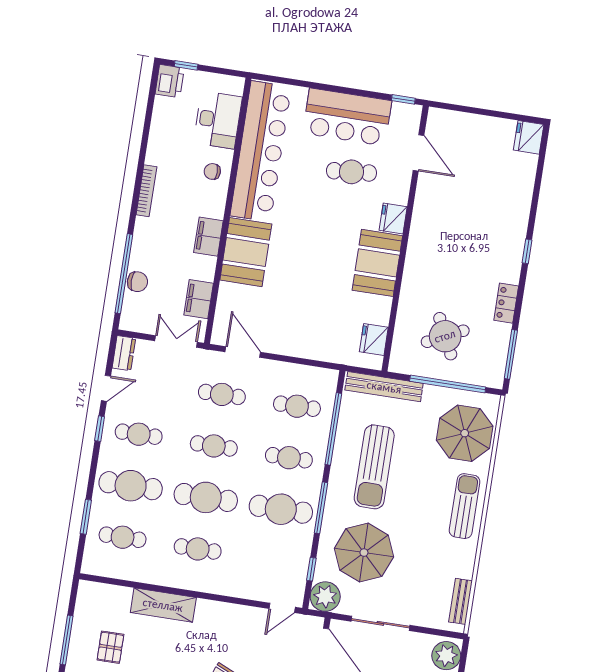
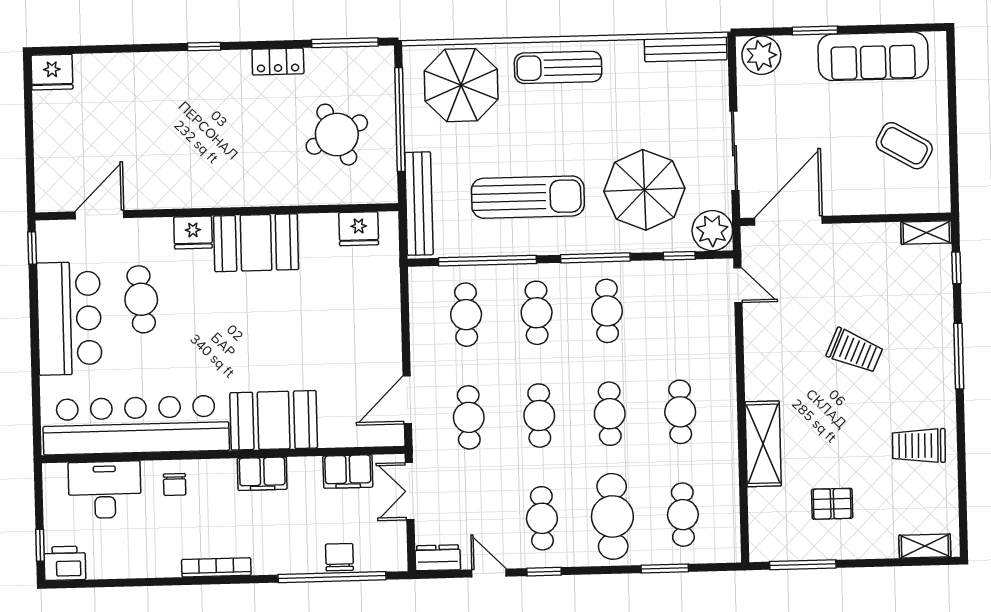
cafe table: (206, 497) -> (610, 414), width x0.73, depth x0.74
cafe table: (281, 509) -> (607, 311), width x0.73, depth x0.74
bench: (461, 601) -> (686, 49), width x1.36
window: (67, 640) -> (803, 565), moved

